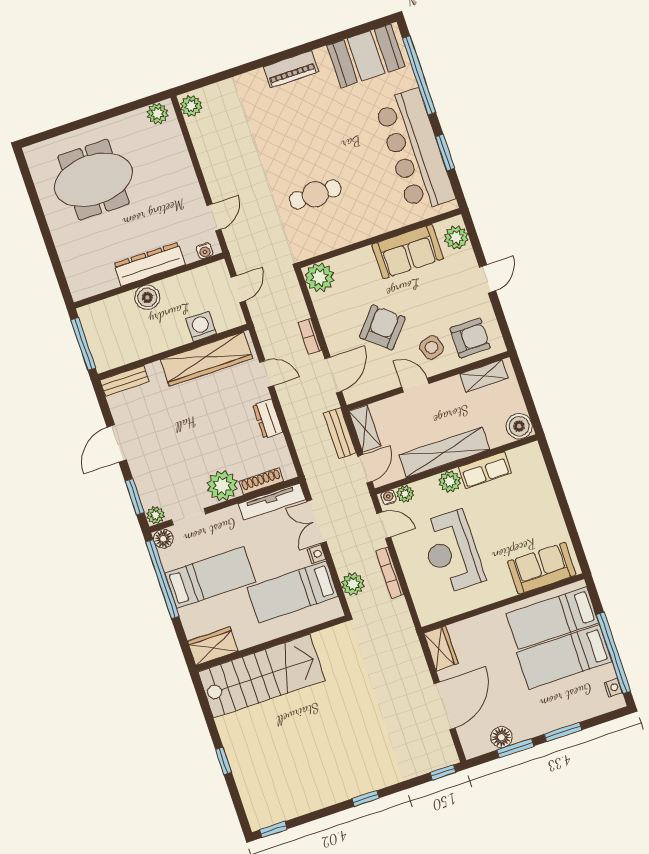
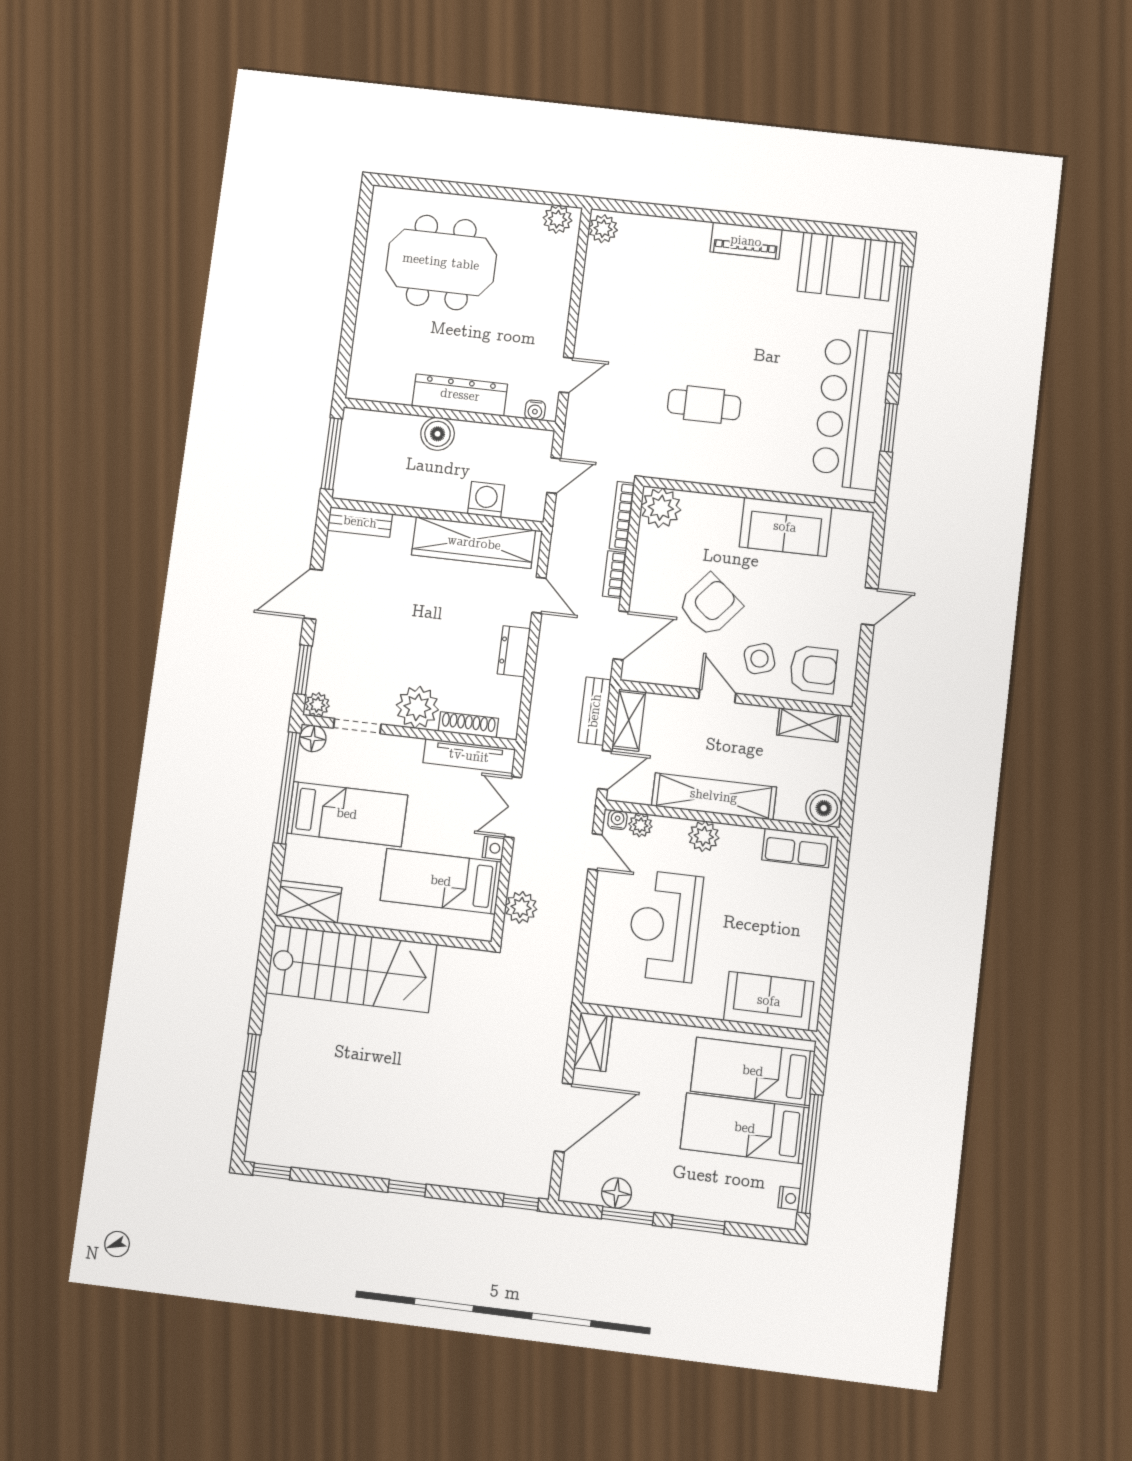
plant: (456, 238) -> (854, 538), removed
row of seats: (485, 470) -> (797, 848), moved
bookcase: (390, 573) -> (622, 516), moved

